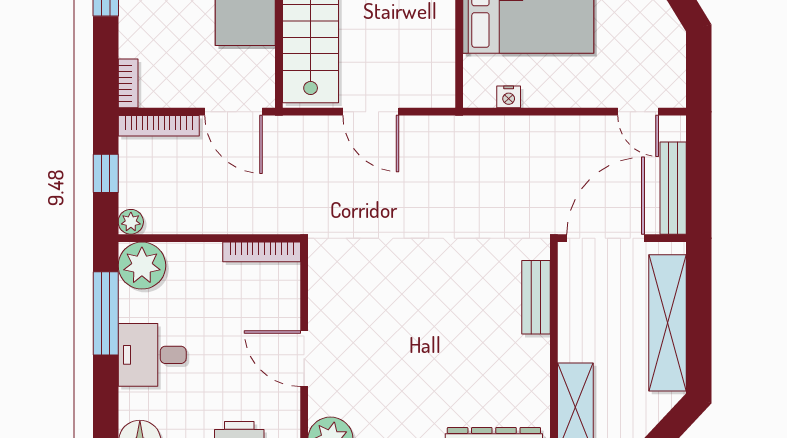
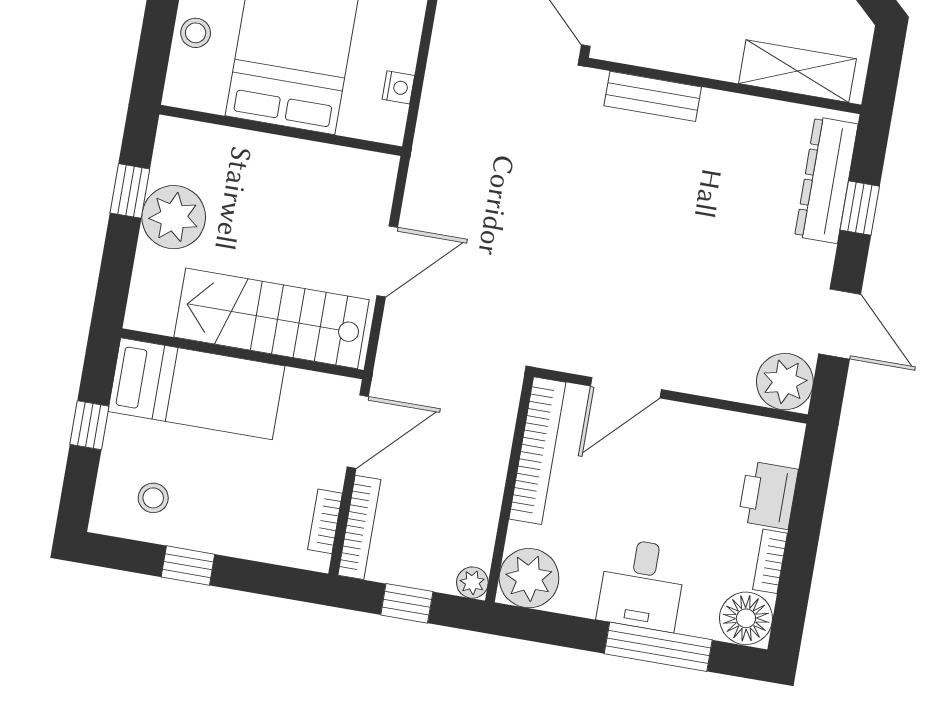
bookcase: (128, 83) -> (325, 521), moved, turned -90
bookcase: (262, 252) -> (537, 451), width x1.48, depth x1.31
window: (106, 313) -> (658, 647), moved
door: (304, 359) -> (626, 388), moved

